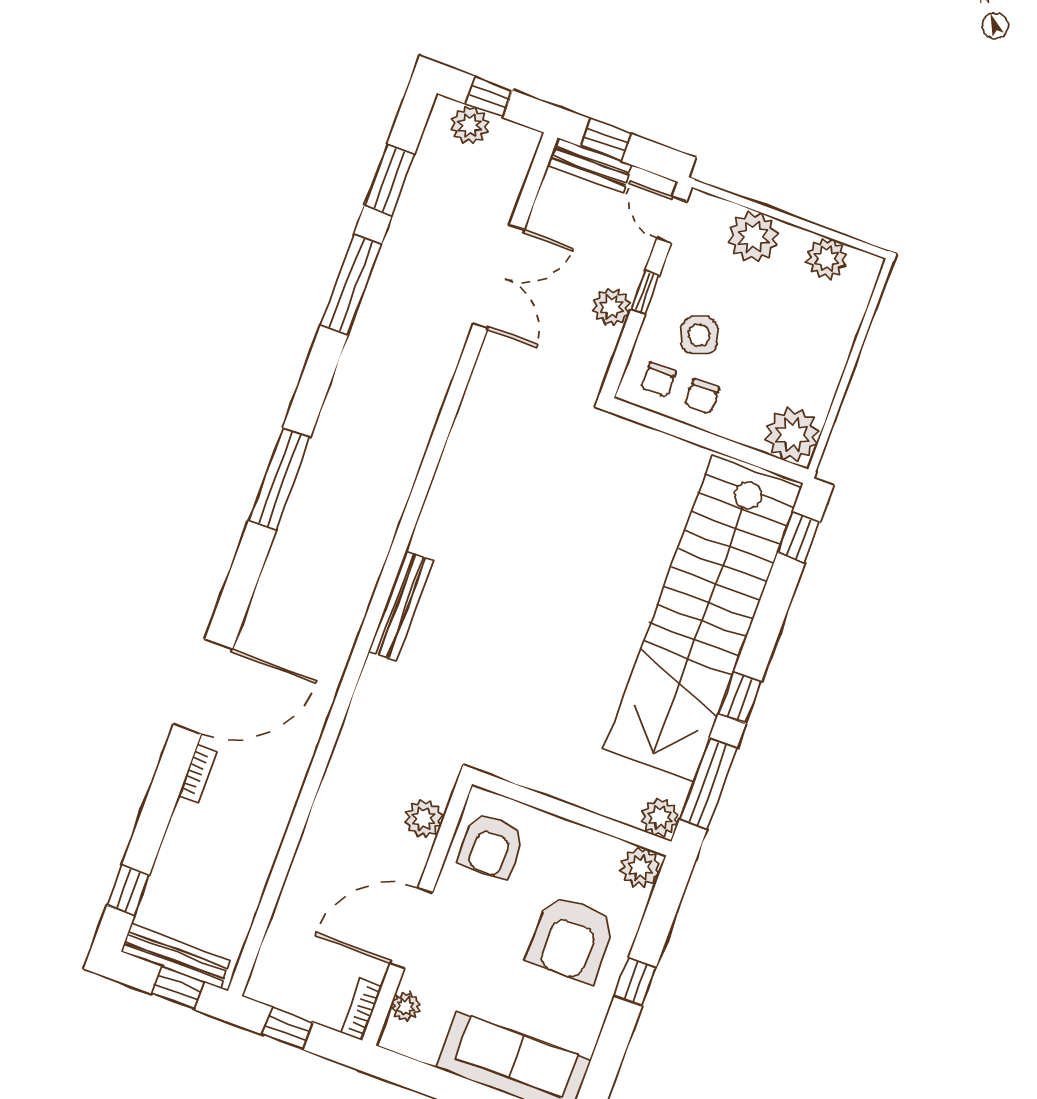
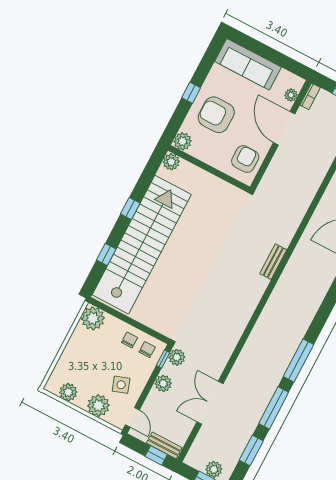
window: (645, 292) -> (163, 359), moved
side table: (699, 335) -> (121, 385), moved
window: (279, 479) -> (299, 360), moved
window: (799, 537) -> (106, 254), moved
bench: (401, 606) -> (273, 262), width x0.73
window: (708, 784) -> (149, 173), removed
plant: (424, 819) -> (177, 357), moved
door: (411, 928) -> (284, 128), swing flipped
armchair: (571, 939) -> (216, 115), turned -90

